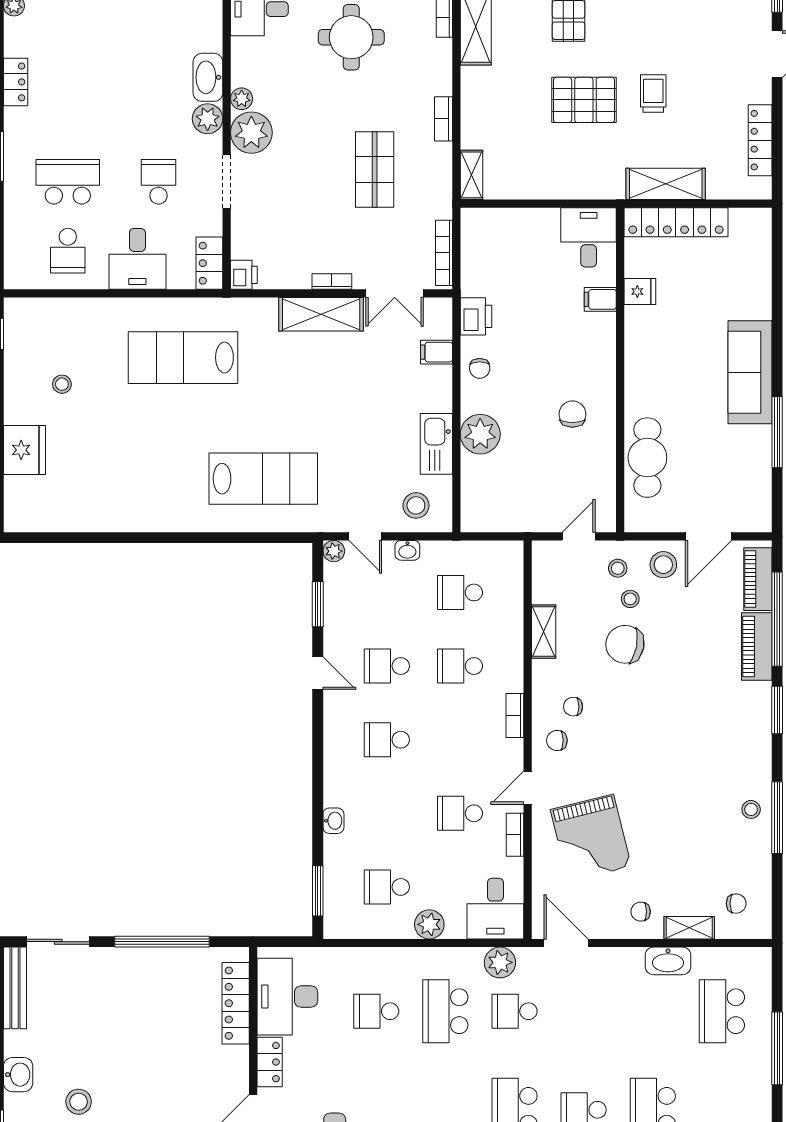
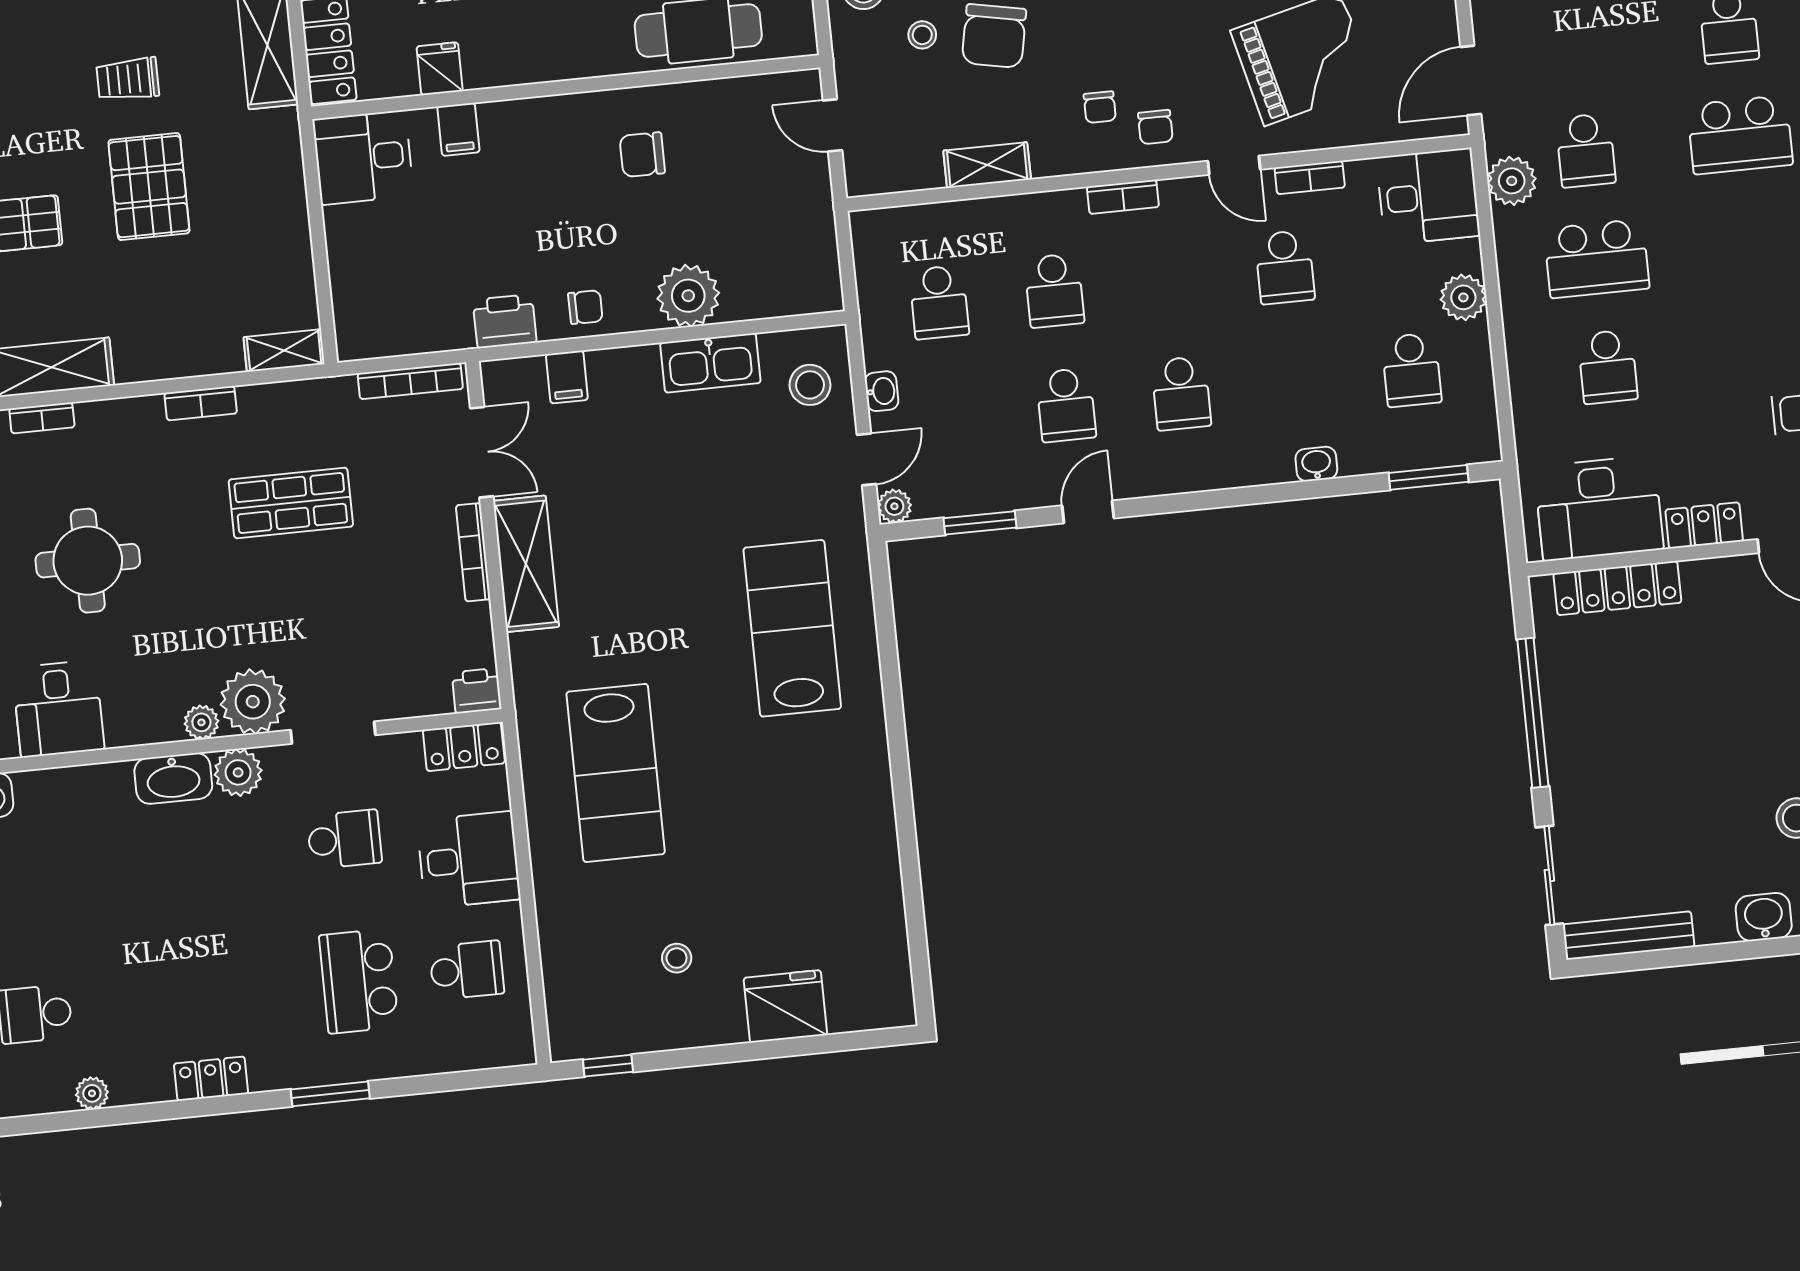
school desk: (158, 182) -> (344, 839), turned 180
bookcase: (332, 282) -> (473, 552), width x1.56
stool: (618, 568) -> (876, 59), removed

